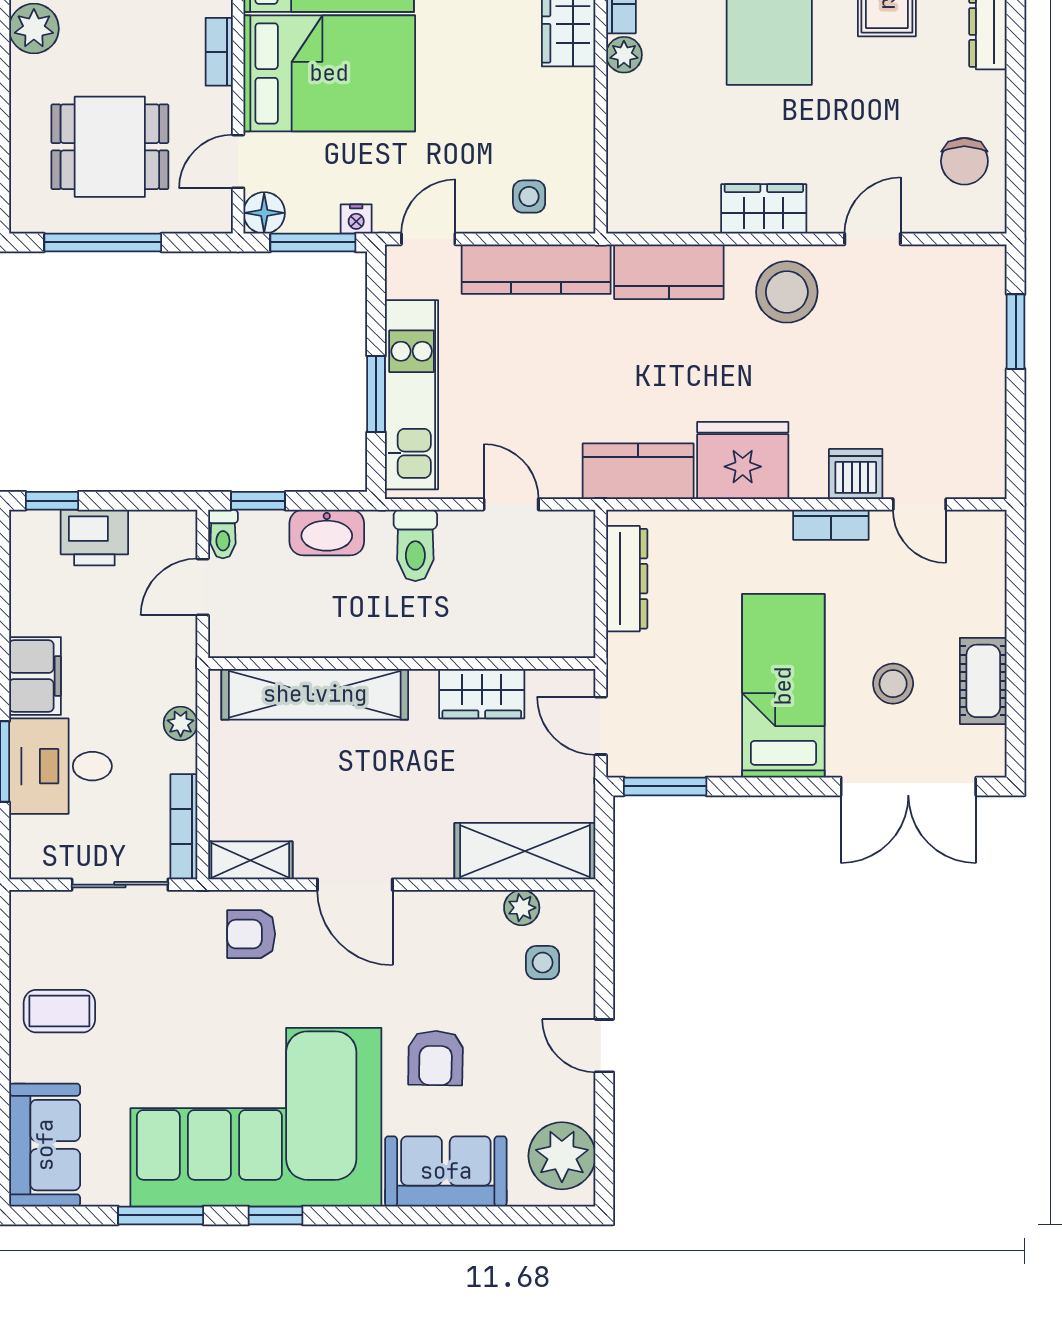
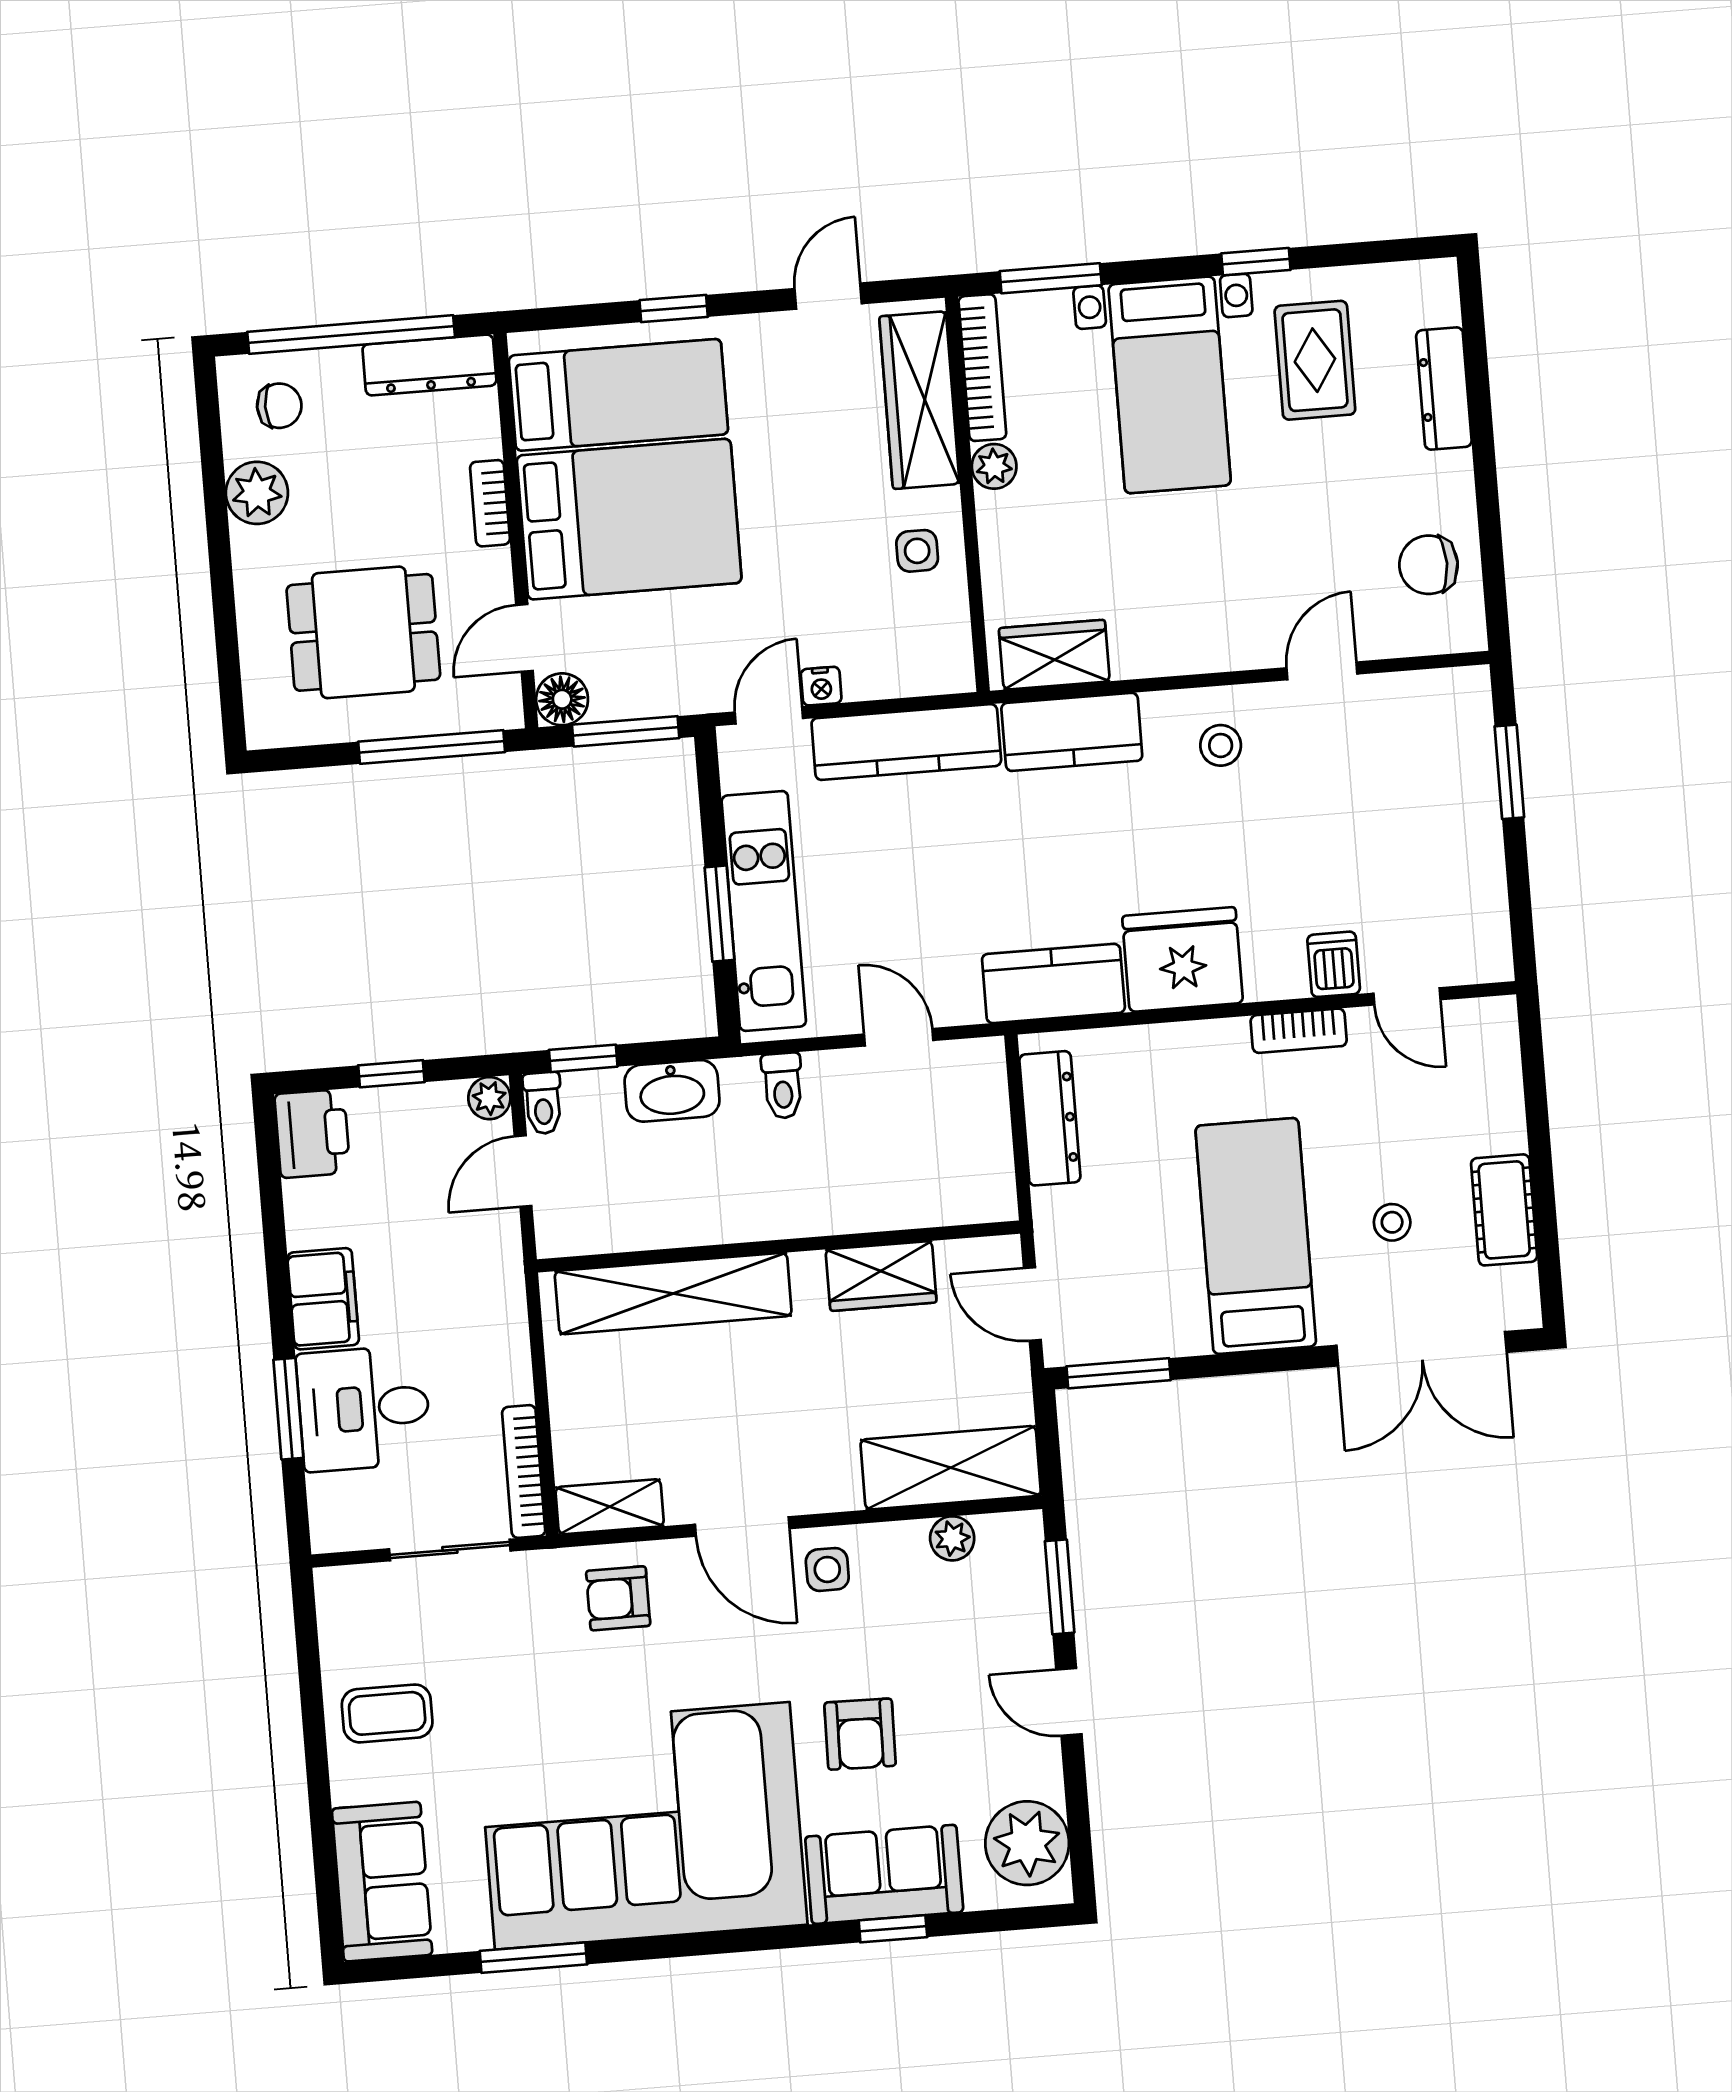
chair: (964, 161) -> (1429, 565), turned 90
side table: (529, 197) -> (917, 551), moved
wardrobe: (764, 209) -> (1054, 655), moved
nightstand: (356, 219) -> (821, 686), moved
window: (103, 242) -> (432, 747), moved
stool: (787, 292) -> (1221, 745), width x0.53, depth x0.53
dishwasher: (856, 474) -> (1334, 964), width x0.73
window: (52, 501) -> (391, 1074), moved
printer: (94, 538) -> (312, 1133), moved, turned -90
toilet: (415, 545) -> (783, 1086), width x0.73, depth x0.72
stool: (893, 684) -> (1392, 1222), width x0.73, depth x0.73
plant: (181, 723) -> (489, 1098), moved
window: (604, 953) -> (1060, 1587), added
side table: (543, 963) -> (827, 1569), moved
window: (275, 1215) -> (893, 1929), moved

